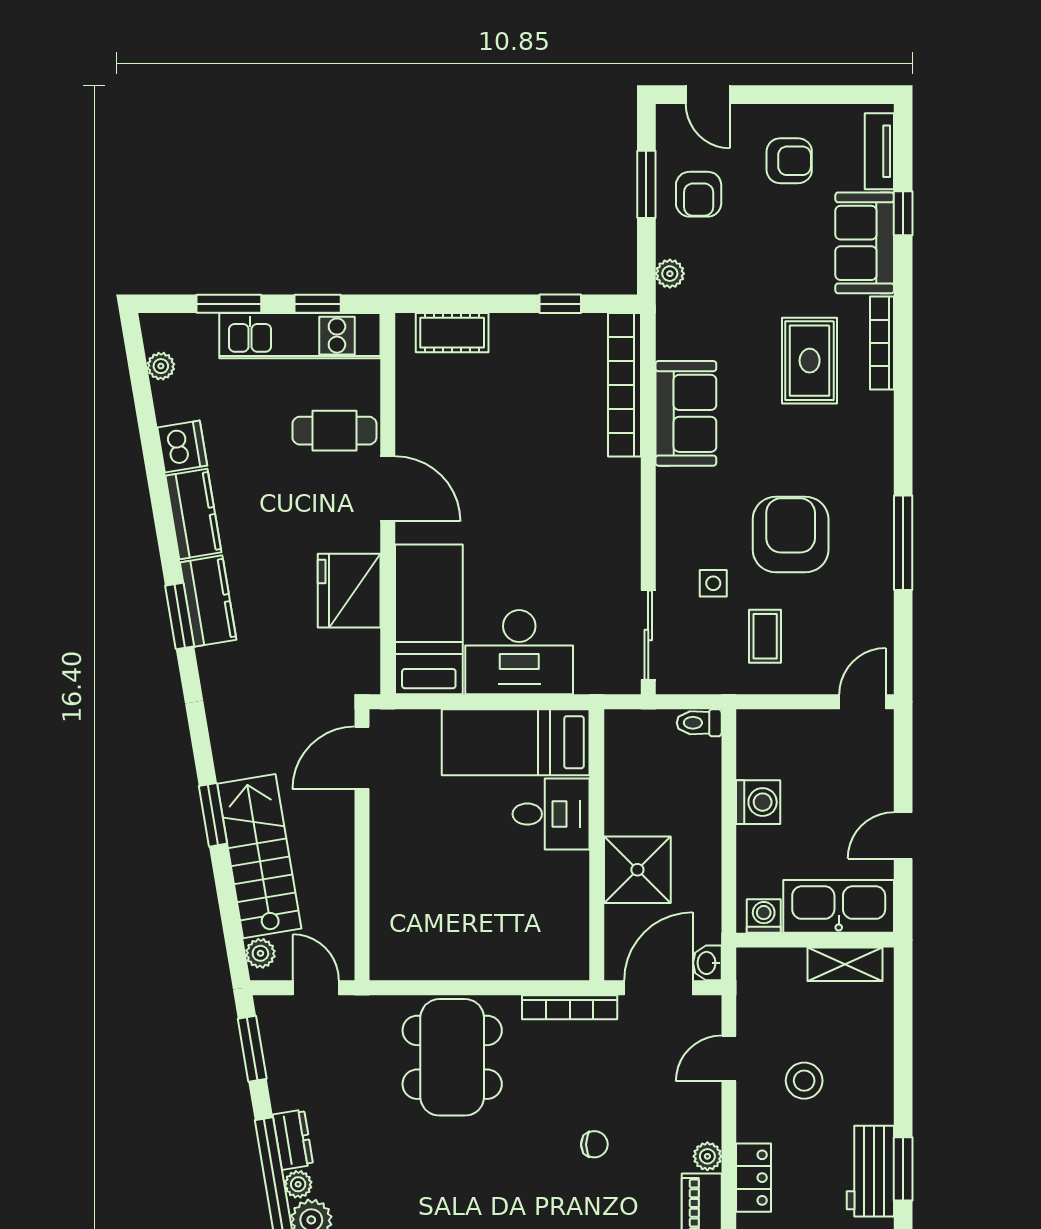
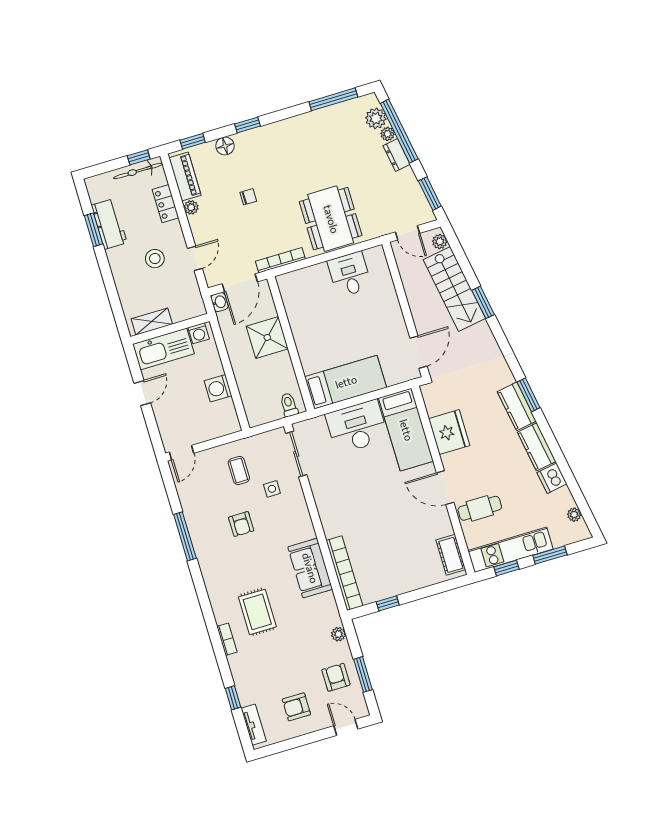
sofa: (865, 243) -> (247, 678), removed
cot: (452, 333) -> (451, 555), moved, turned 90
bookcase: (882, 343) -> (227, 639), width x0.64
armchair: (791, 534) -> (241, 524), width x0.53, depth x0.53
toilet: (699, 723) -> (289, 405), moved, turned -90
desk: (551, 814) -> (350, 274), moved, turned 90
chair: (594, 1144) -> (248, 197), turned 180

